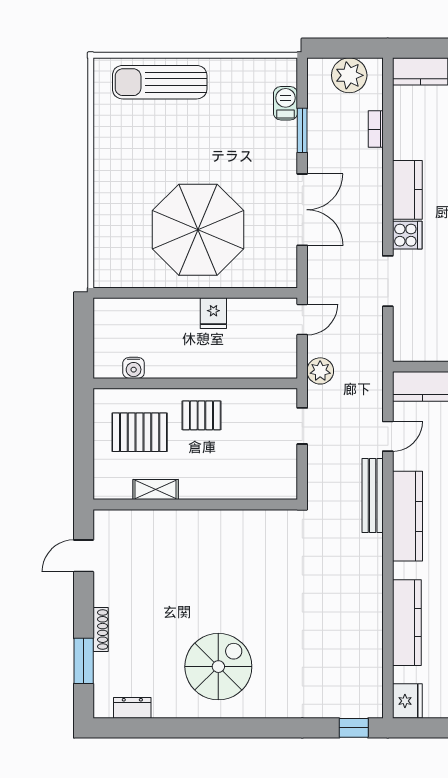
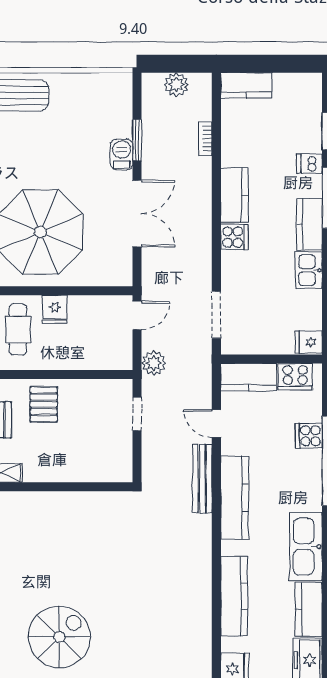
plant: (349, 75) -> (176, 85), width x0.73, depth x0.73
barbecue: (286, 103) -> (122, 154), moved
doorway: (388, 281) -> (216, 315), moved
cafe table: (174, 335) -> (18, 329), added
pallet: (201, 415) -> (44, 404), turned 90
door: (388, 436) -> (216, 424), swing flipped

